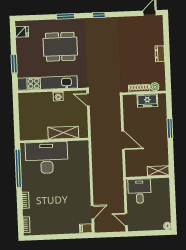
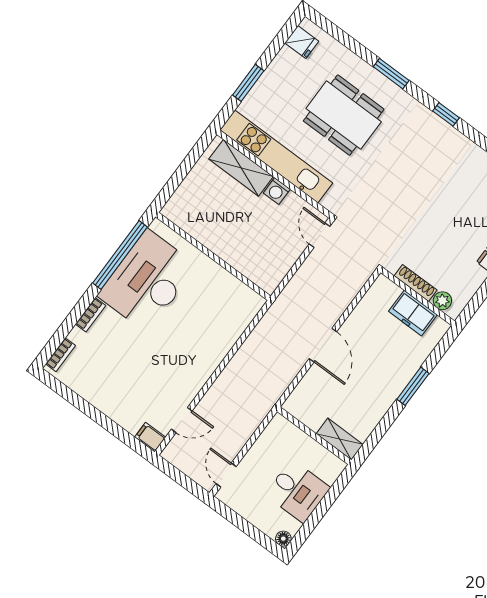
shelving: (63, 133) -> (241, 168), moved
desk: (47, 158) -> (147, 281), moved, turned -90
desk: (140, 191) -> (297, 491), moved, turned 90

